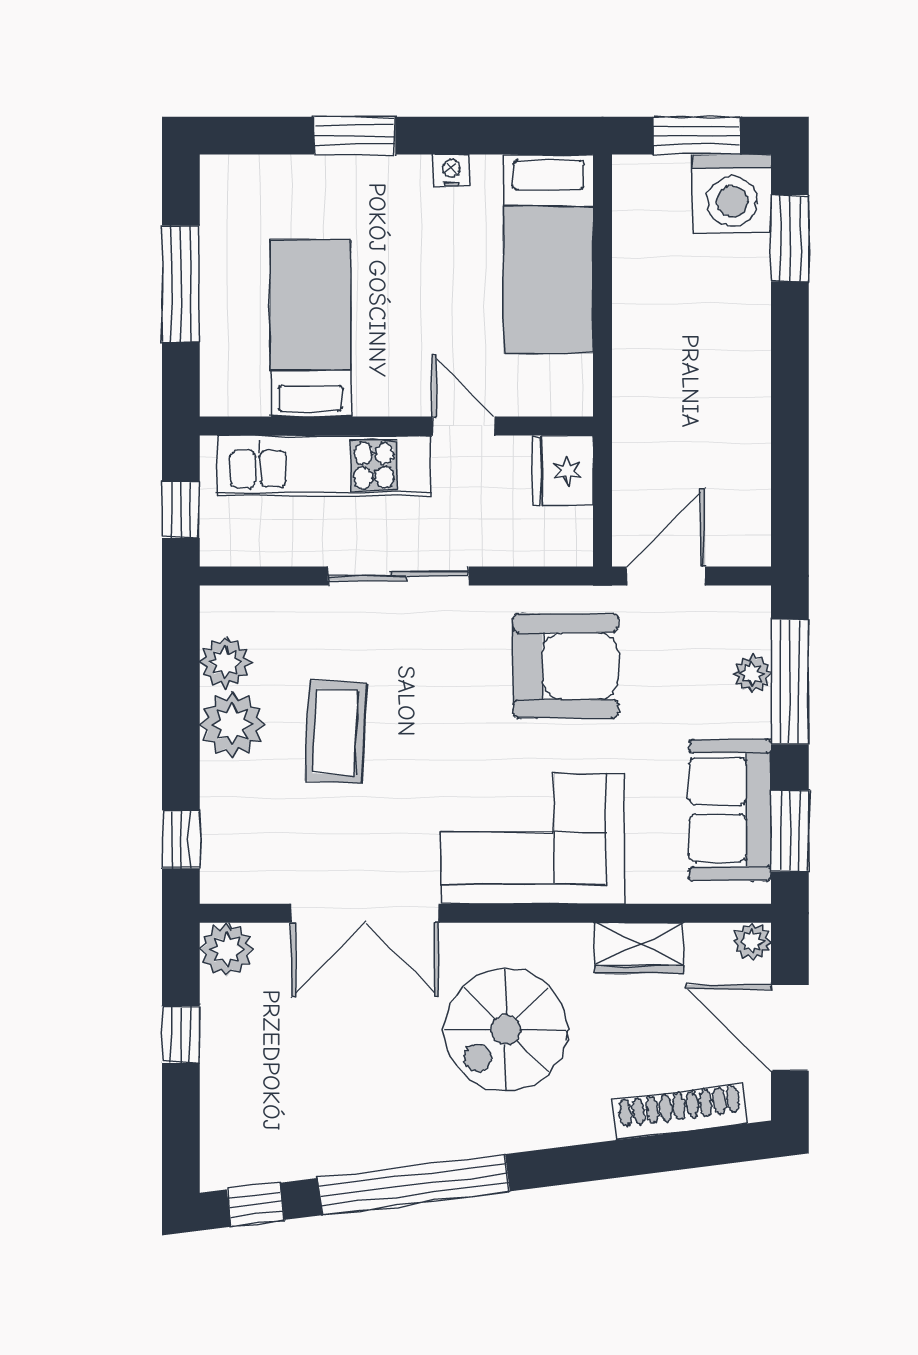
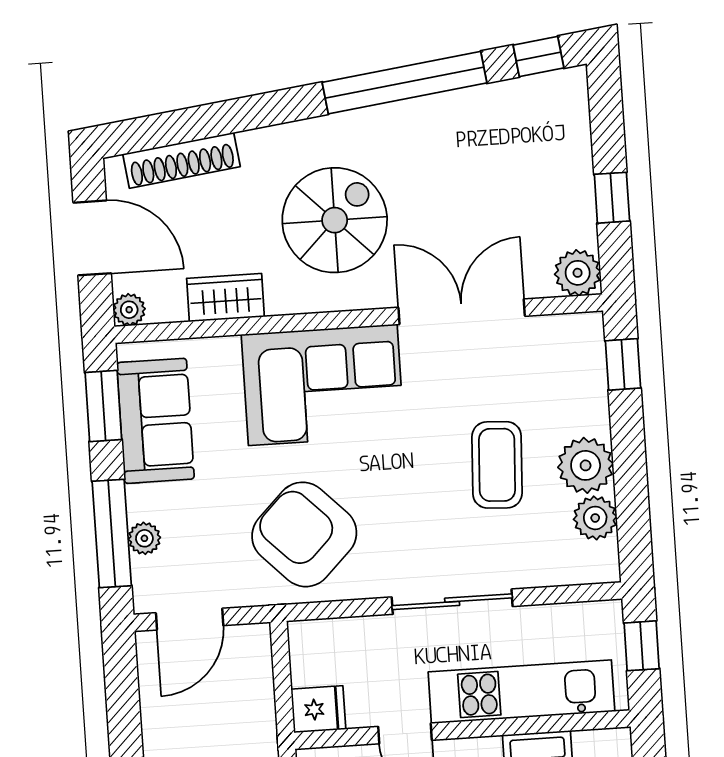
fridge: (563, 471) -> (318, 709), width x0.72
door: (666, 576) -> (190, 619), moved
armchair: (566, 666) -> (304, 534), turned 45

